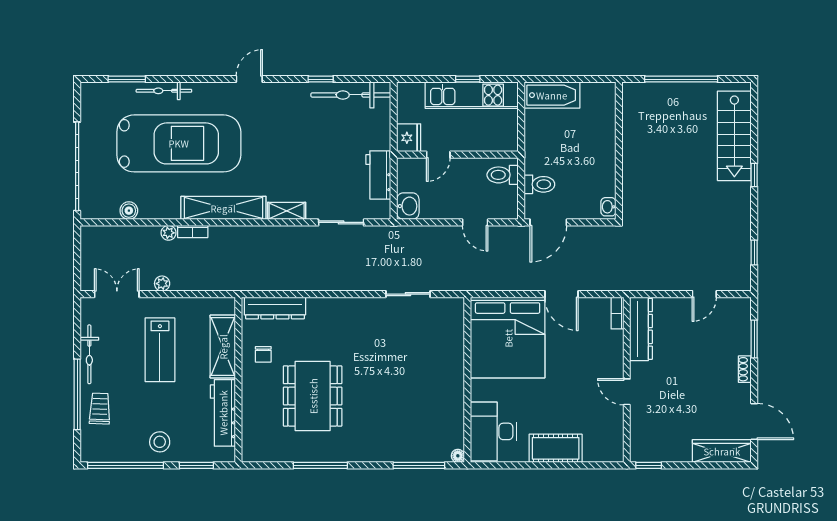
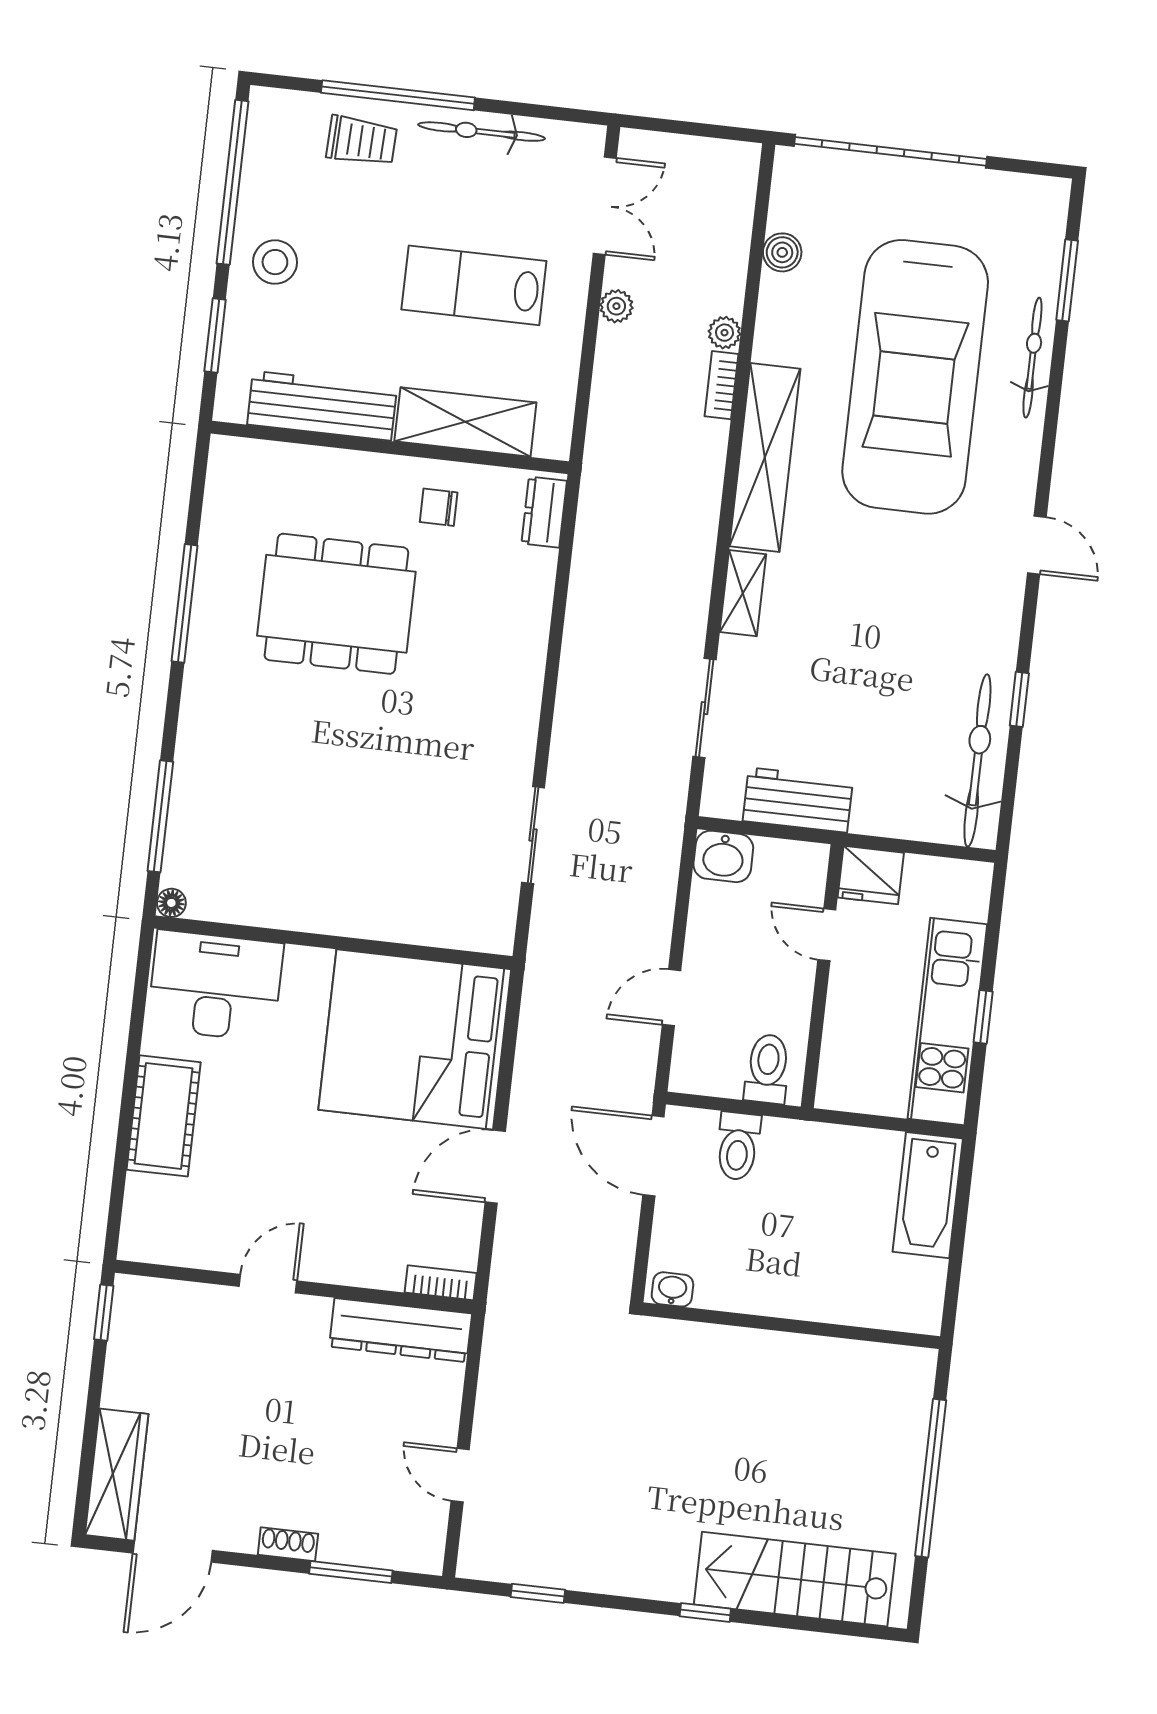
dresser: (275, 308) -> (544, 512), width x0.51, depth x0.80

